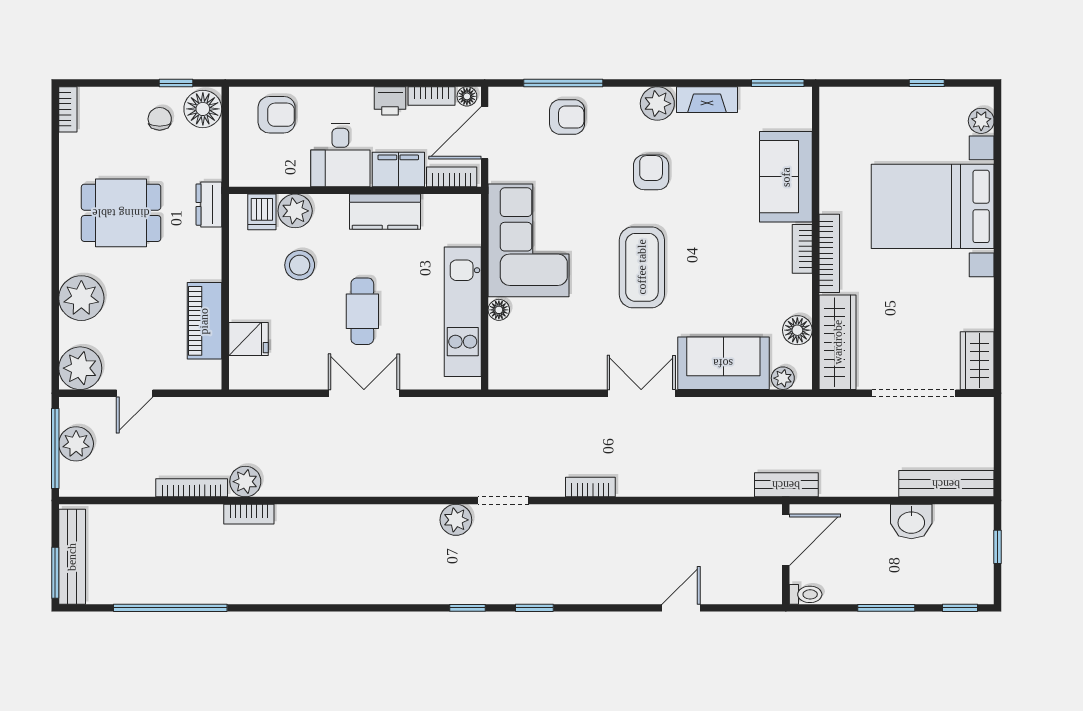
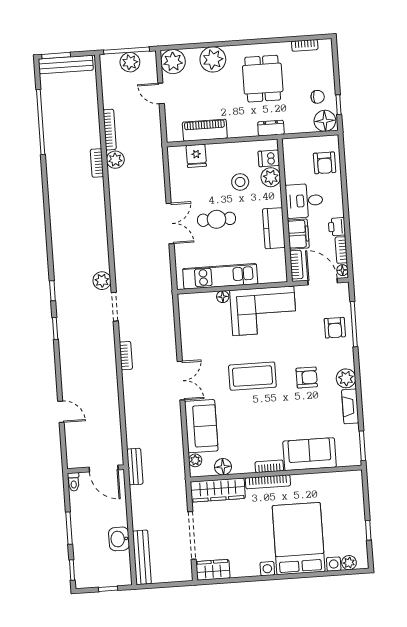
bookcase: (68, 109) -> (305, 45), moved

